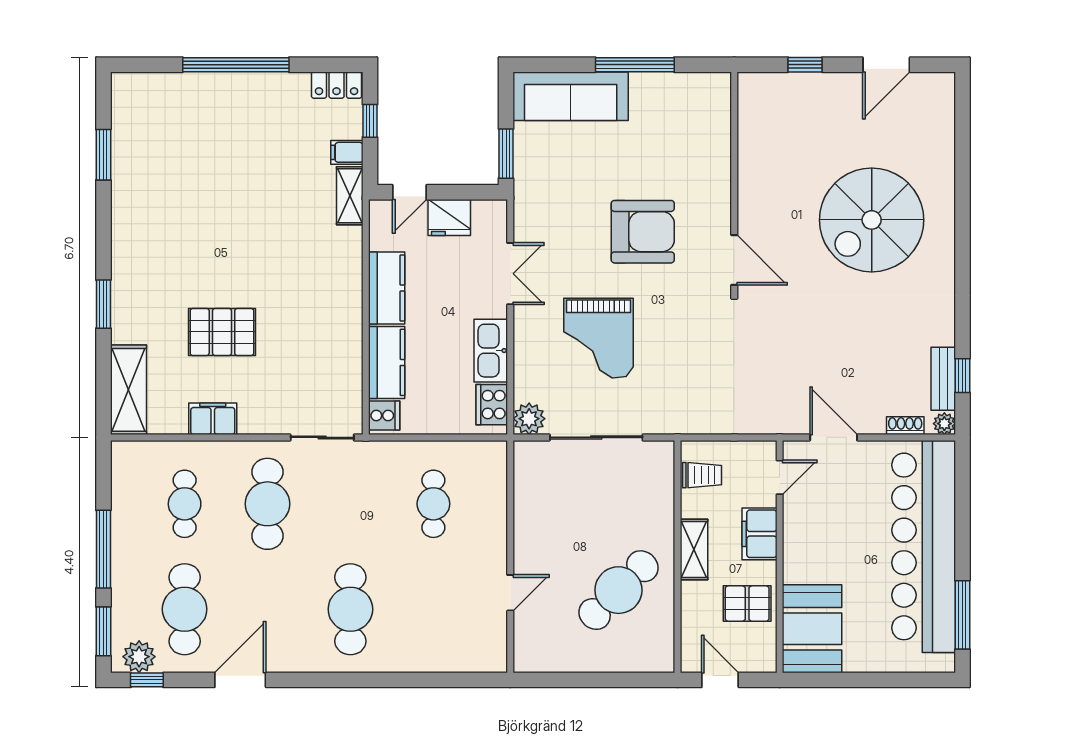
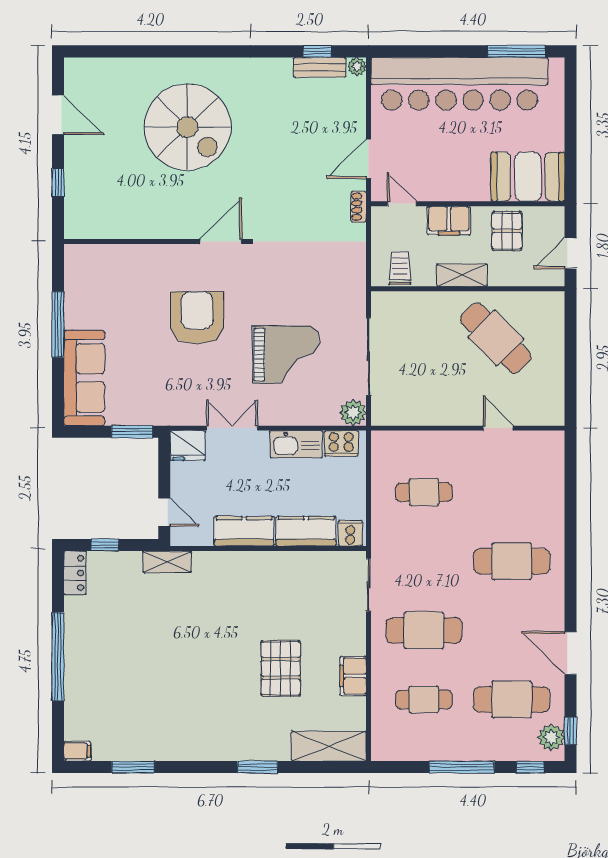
filing cabinet: (347, 152) -> (77, 751), moved, turned -90
fridge: (449, 217) -> (188, 446), moved, turned 90
shoe rack: (905, 426) -> (359, 207), moved
window: (103, 631) -> (530, 767), width x0.67

